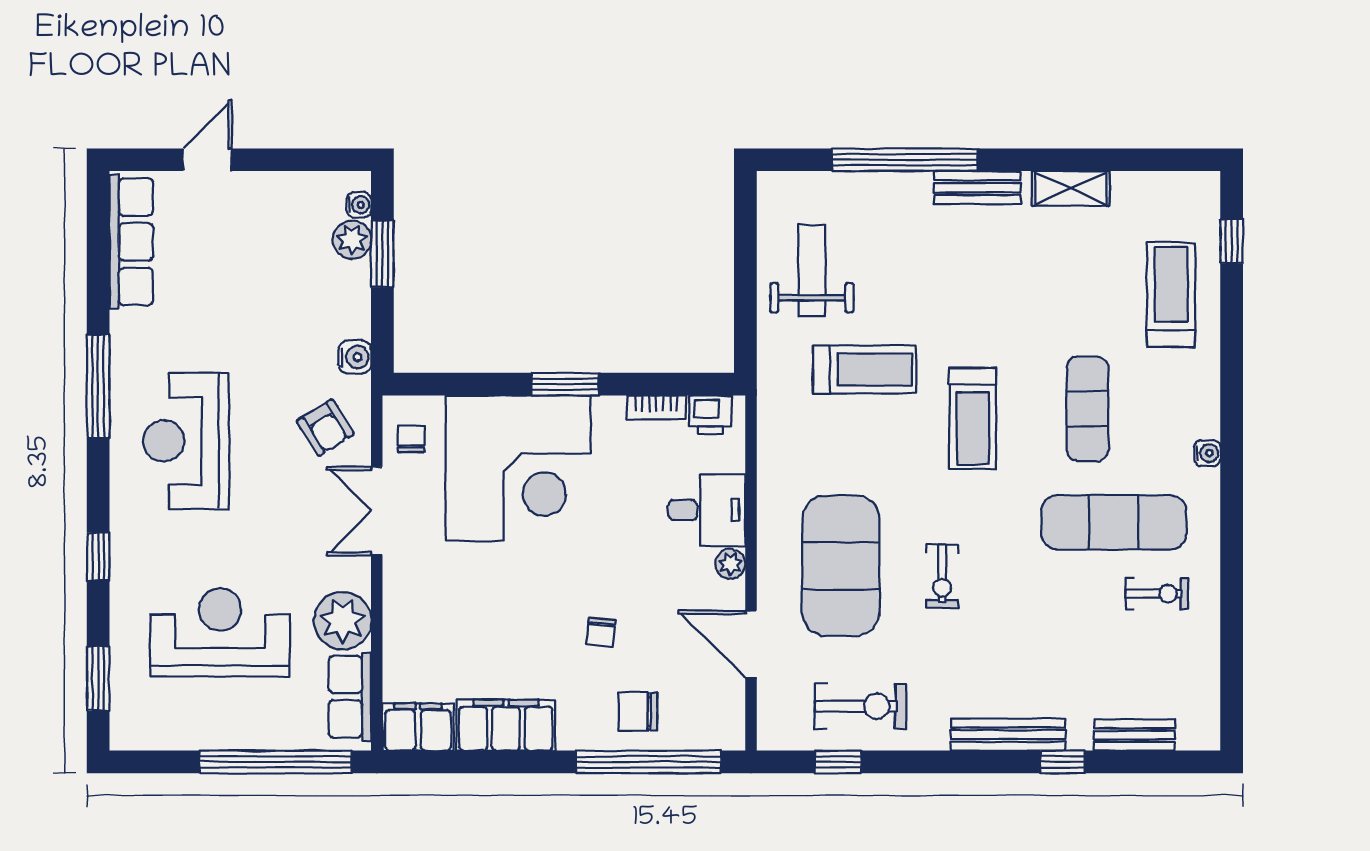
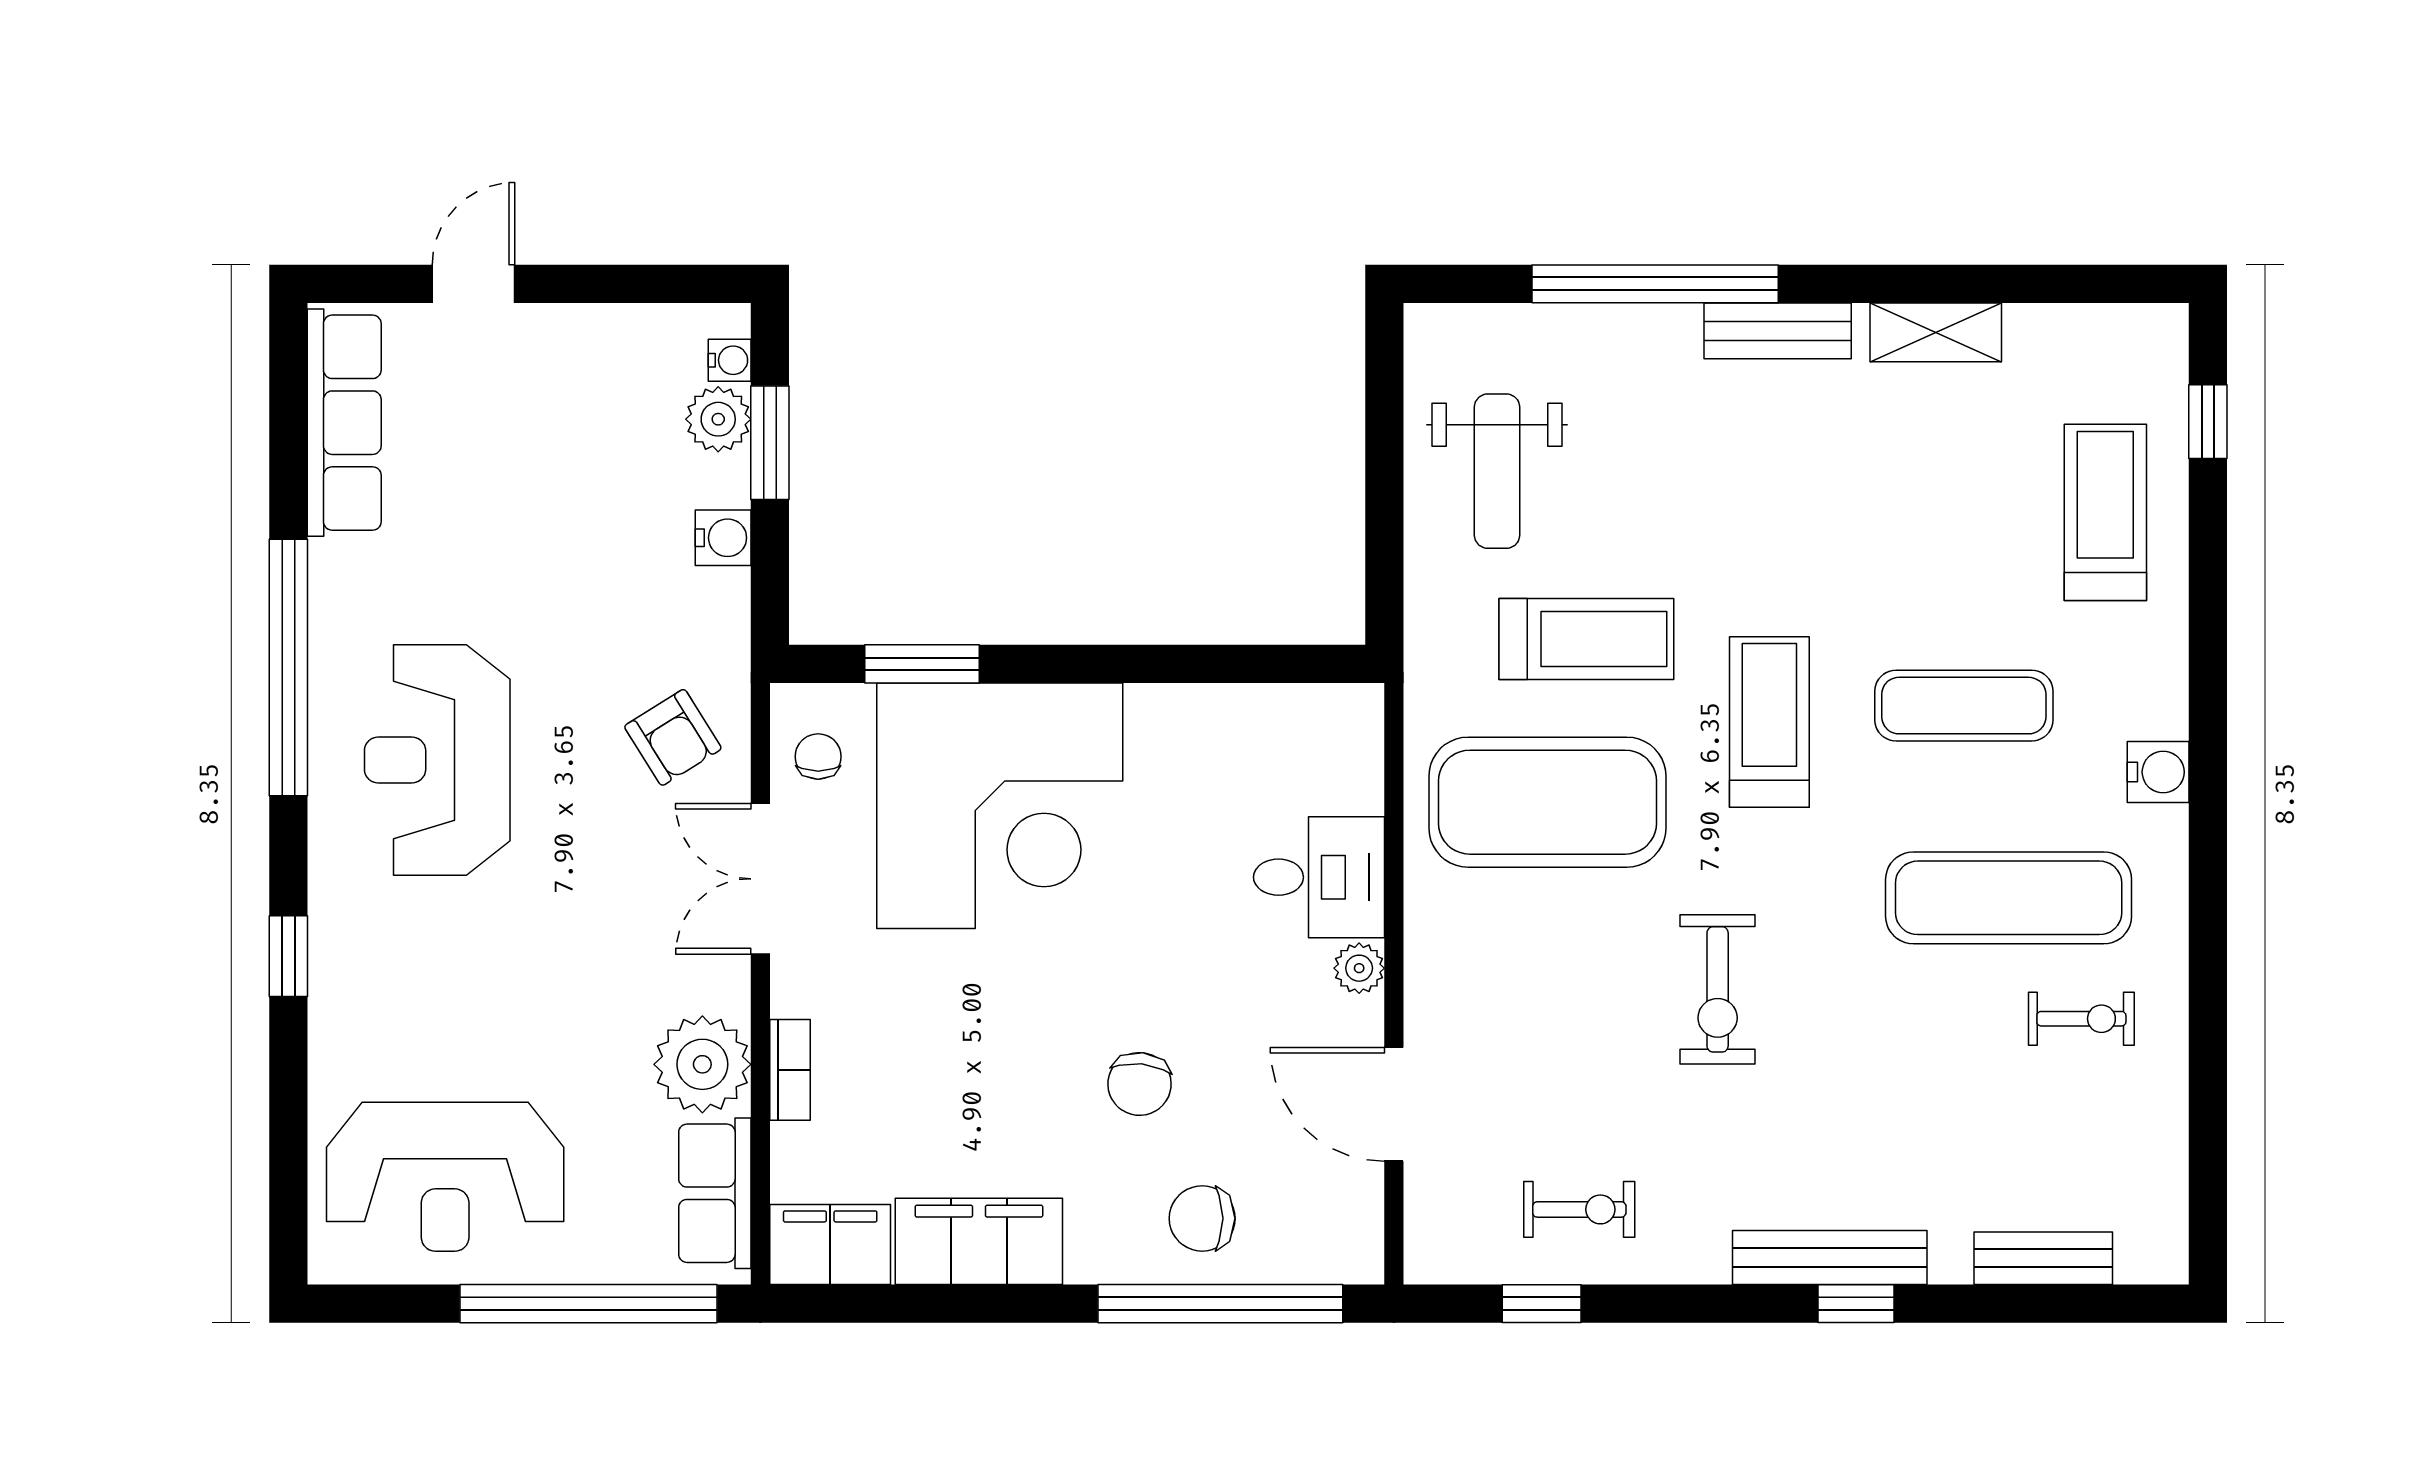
weight bench: (812, 270) -> (1497, 471), turned 180
water cooler: (355, 357) -> (723, 538), moved
window: (565, 384) -> (922, 664), moved
window: (98, 386) -> (288, 668), width x1.46
bookcase: (656, 407) -> (790, 1070), moved, turned -90
exercise mat: (1087, 409) -> (1964, 706), turned 90
printer: (710, 415) -> (1325, 716), removed
treadmill: (973, 418) -> (1769, 722), turned 180
water cooler: (1207, 453) -> (2158, 772), width x1.38, depth x1.38
exercise mat: (841, 566) -> (1547, 802), moved, turned 90
exercise bike: (942, 576) -> (1718, 989), width x1.38, depth x1.39
reception desk: (220, 632) -> (445, 1177), moved, turned 180
chair: (601, 632) -> (1140, 1084), width x1.37, depth x1.37
window: (98, 679) -> (288, 1163), removed
exercise bike: (860, 706) -> (1579, 1209), width x0.73, depth x0.72
window: (1063, 762) -> (1856, 1304), moved

